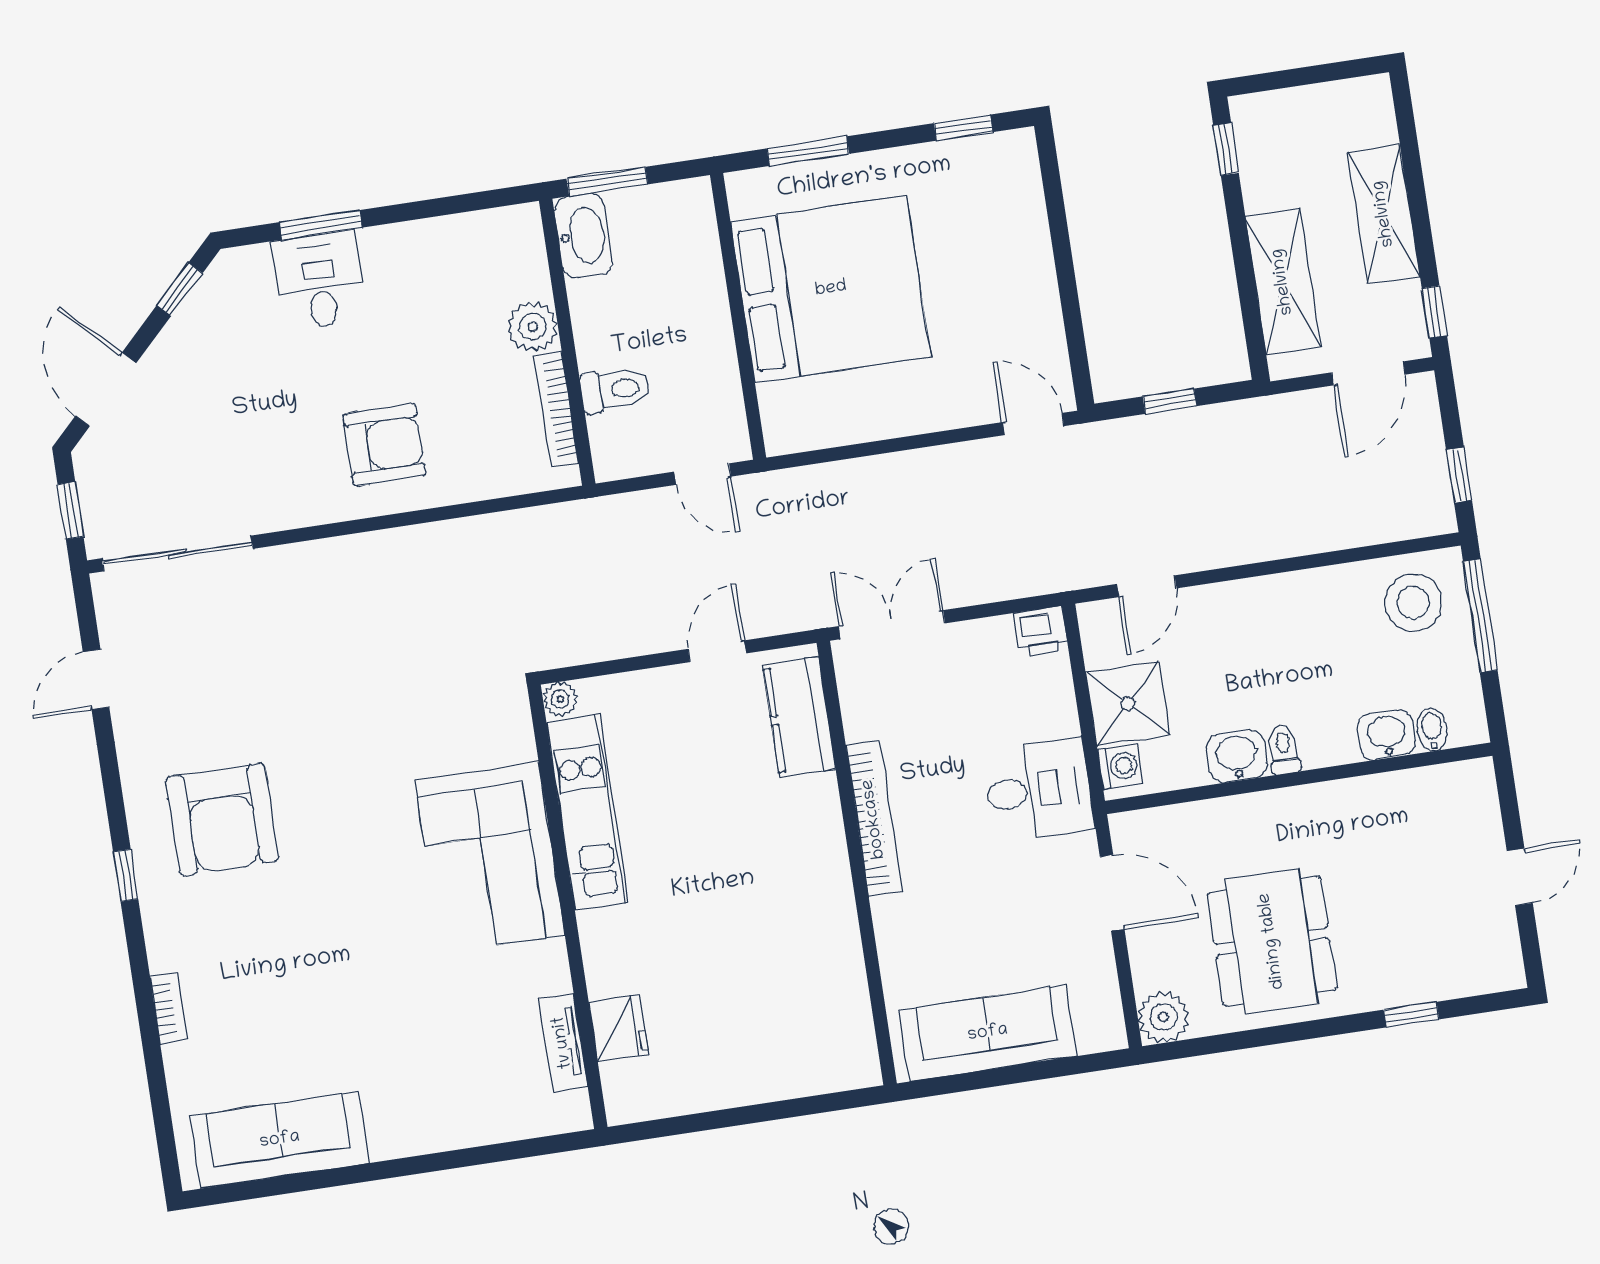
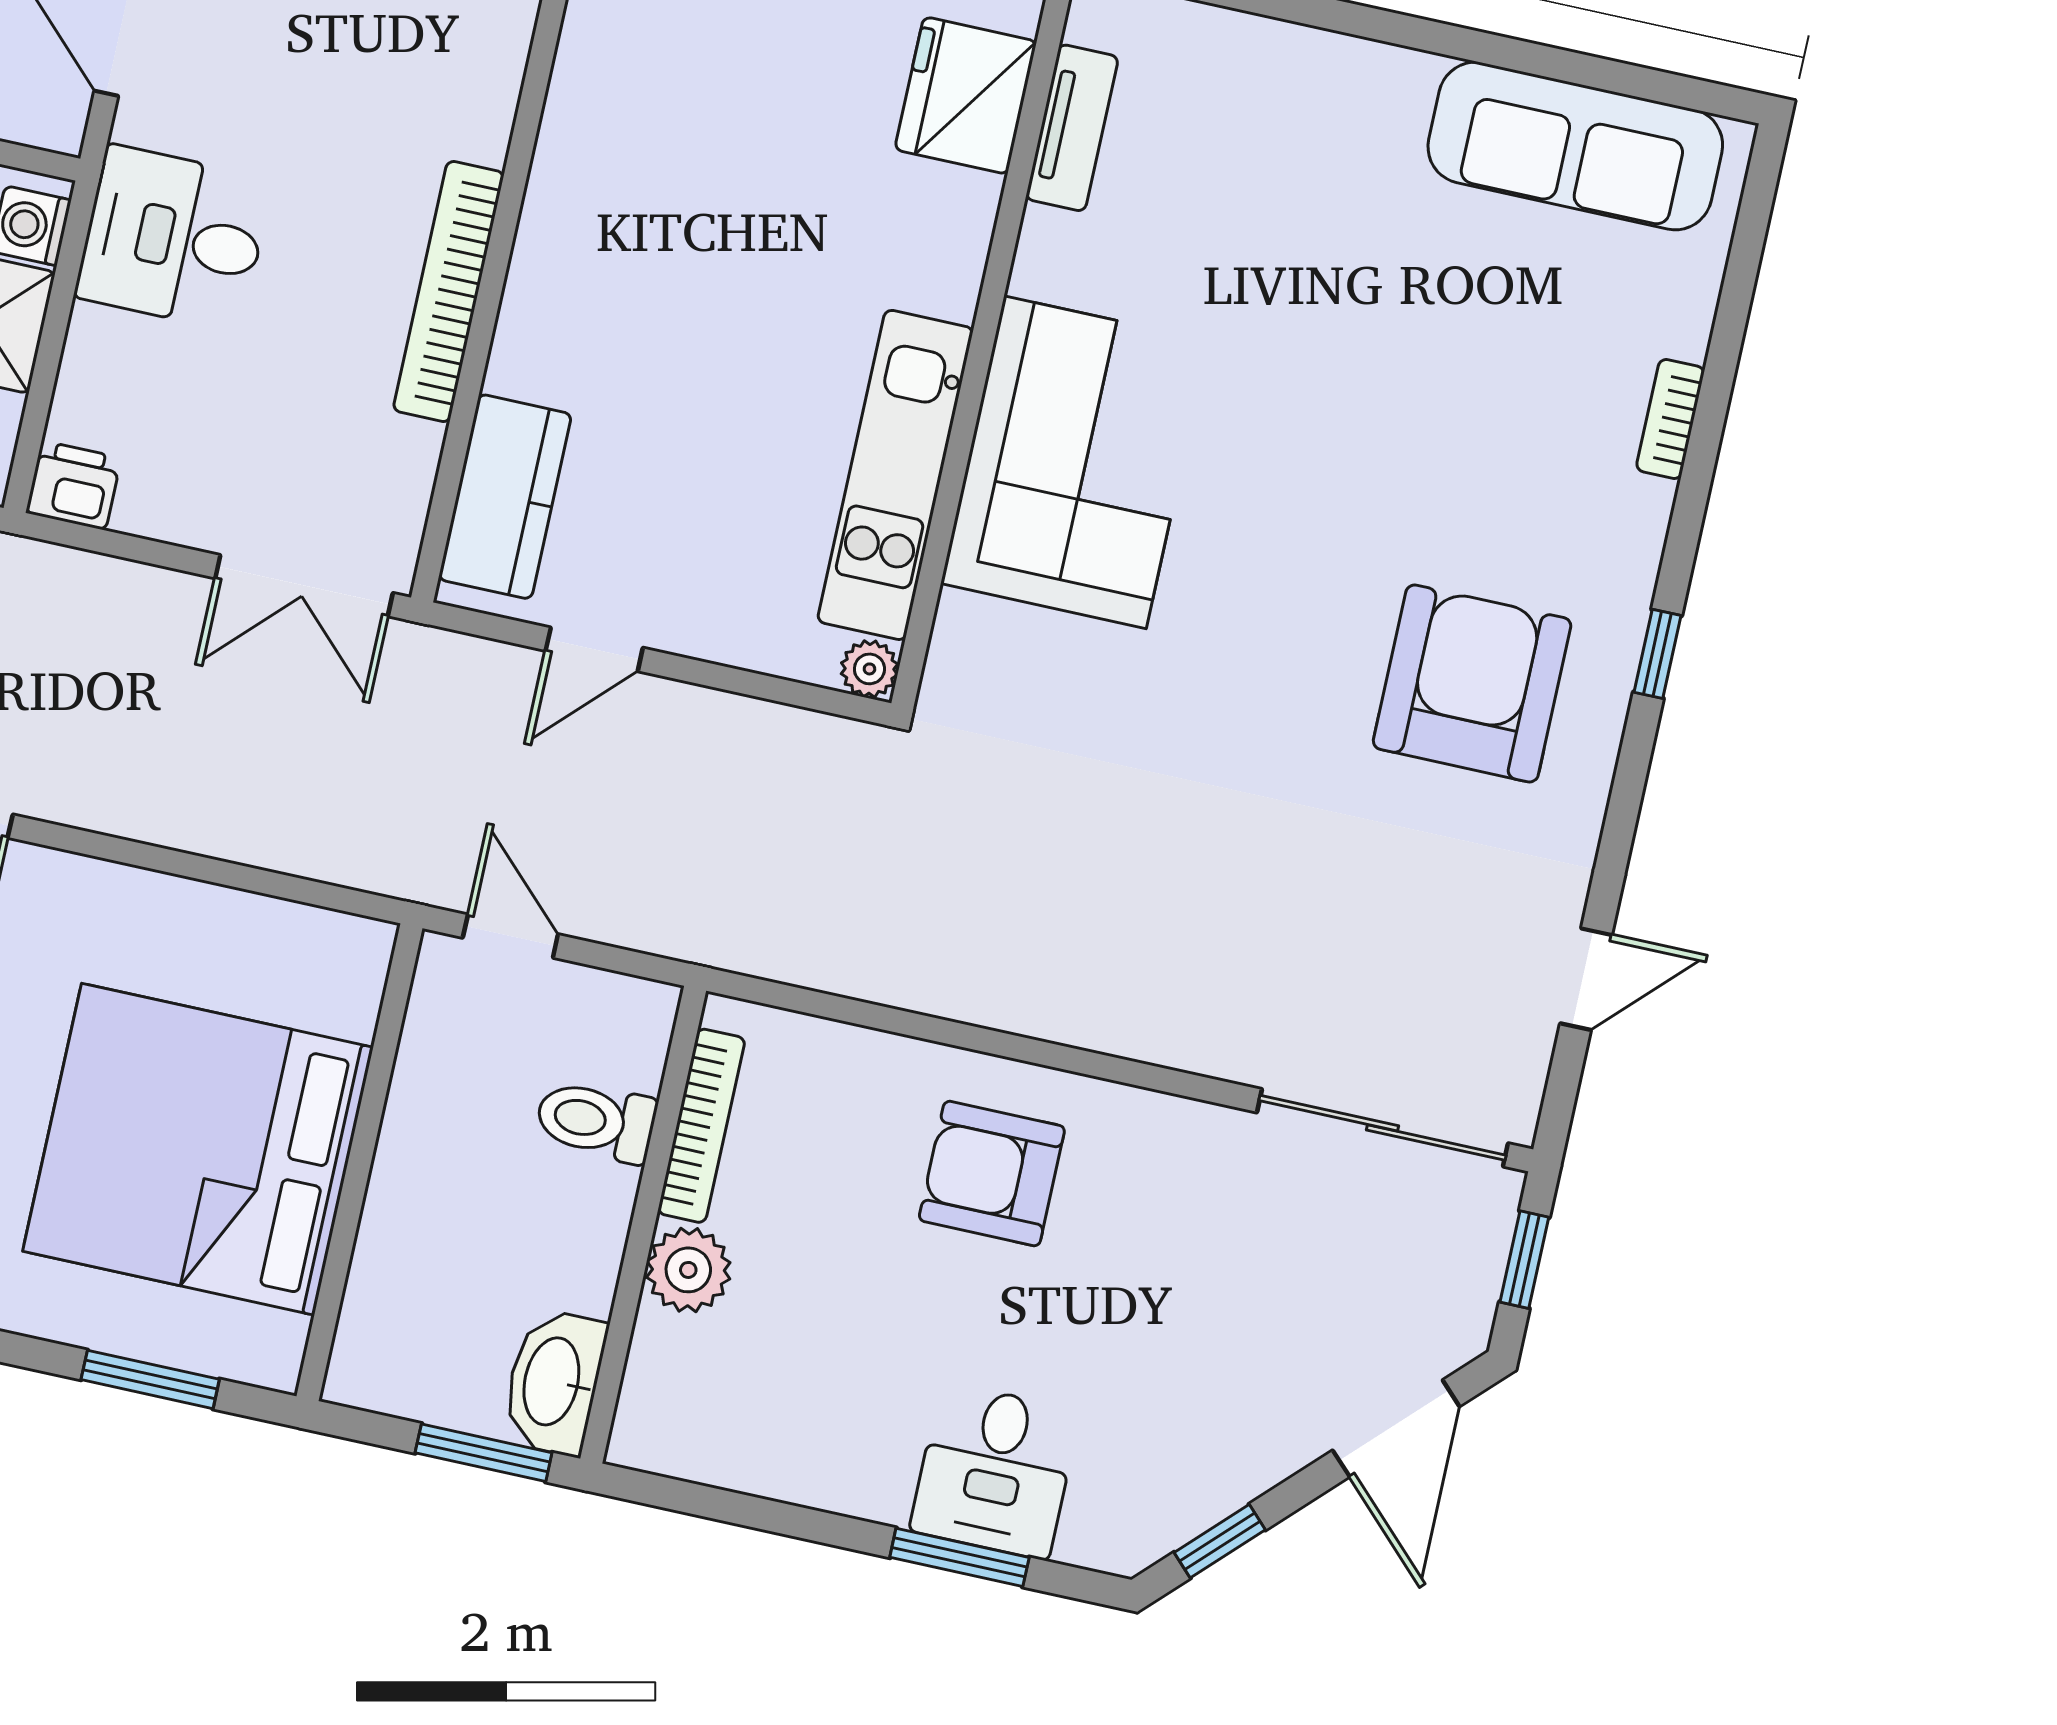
fridge: (619, 1029) -> (966, 95), width x1.36, depth x1.34

